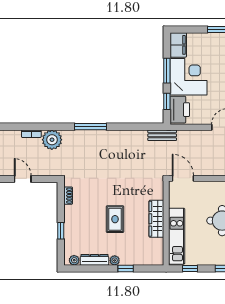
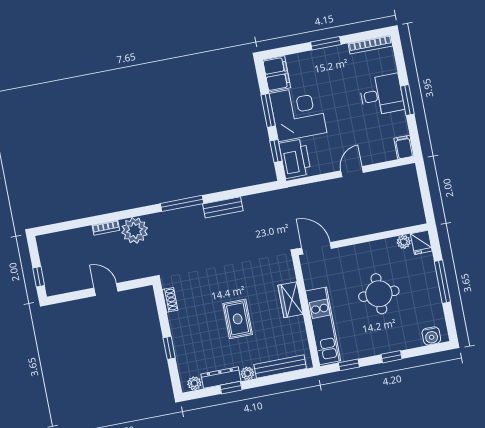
bench: (162, 135) -> (223, 207), moved
wardrobe: (156, 219) -> (290, 300), width x0.67
bench: (139, 260) -> (280, 366), added
window: (126, 269) -> (231, 388), moved

